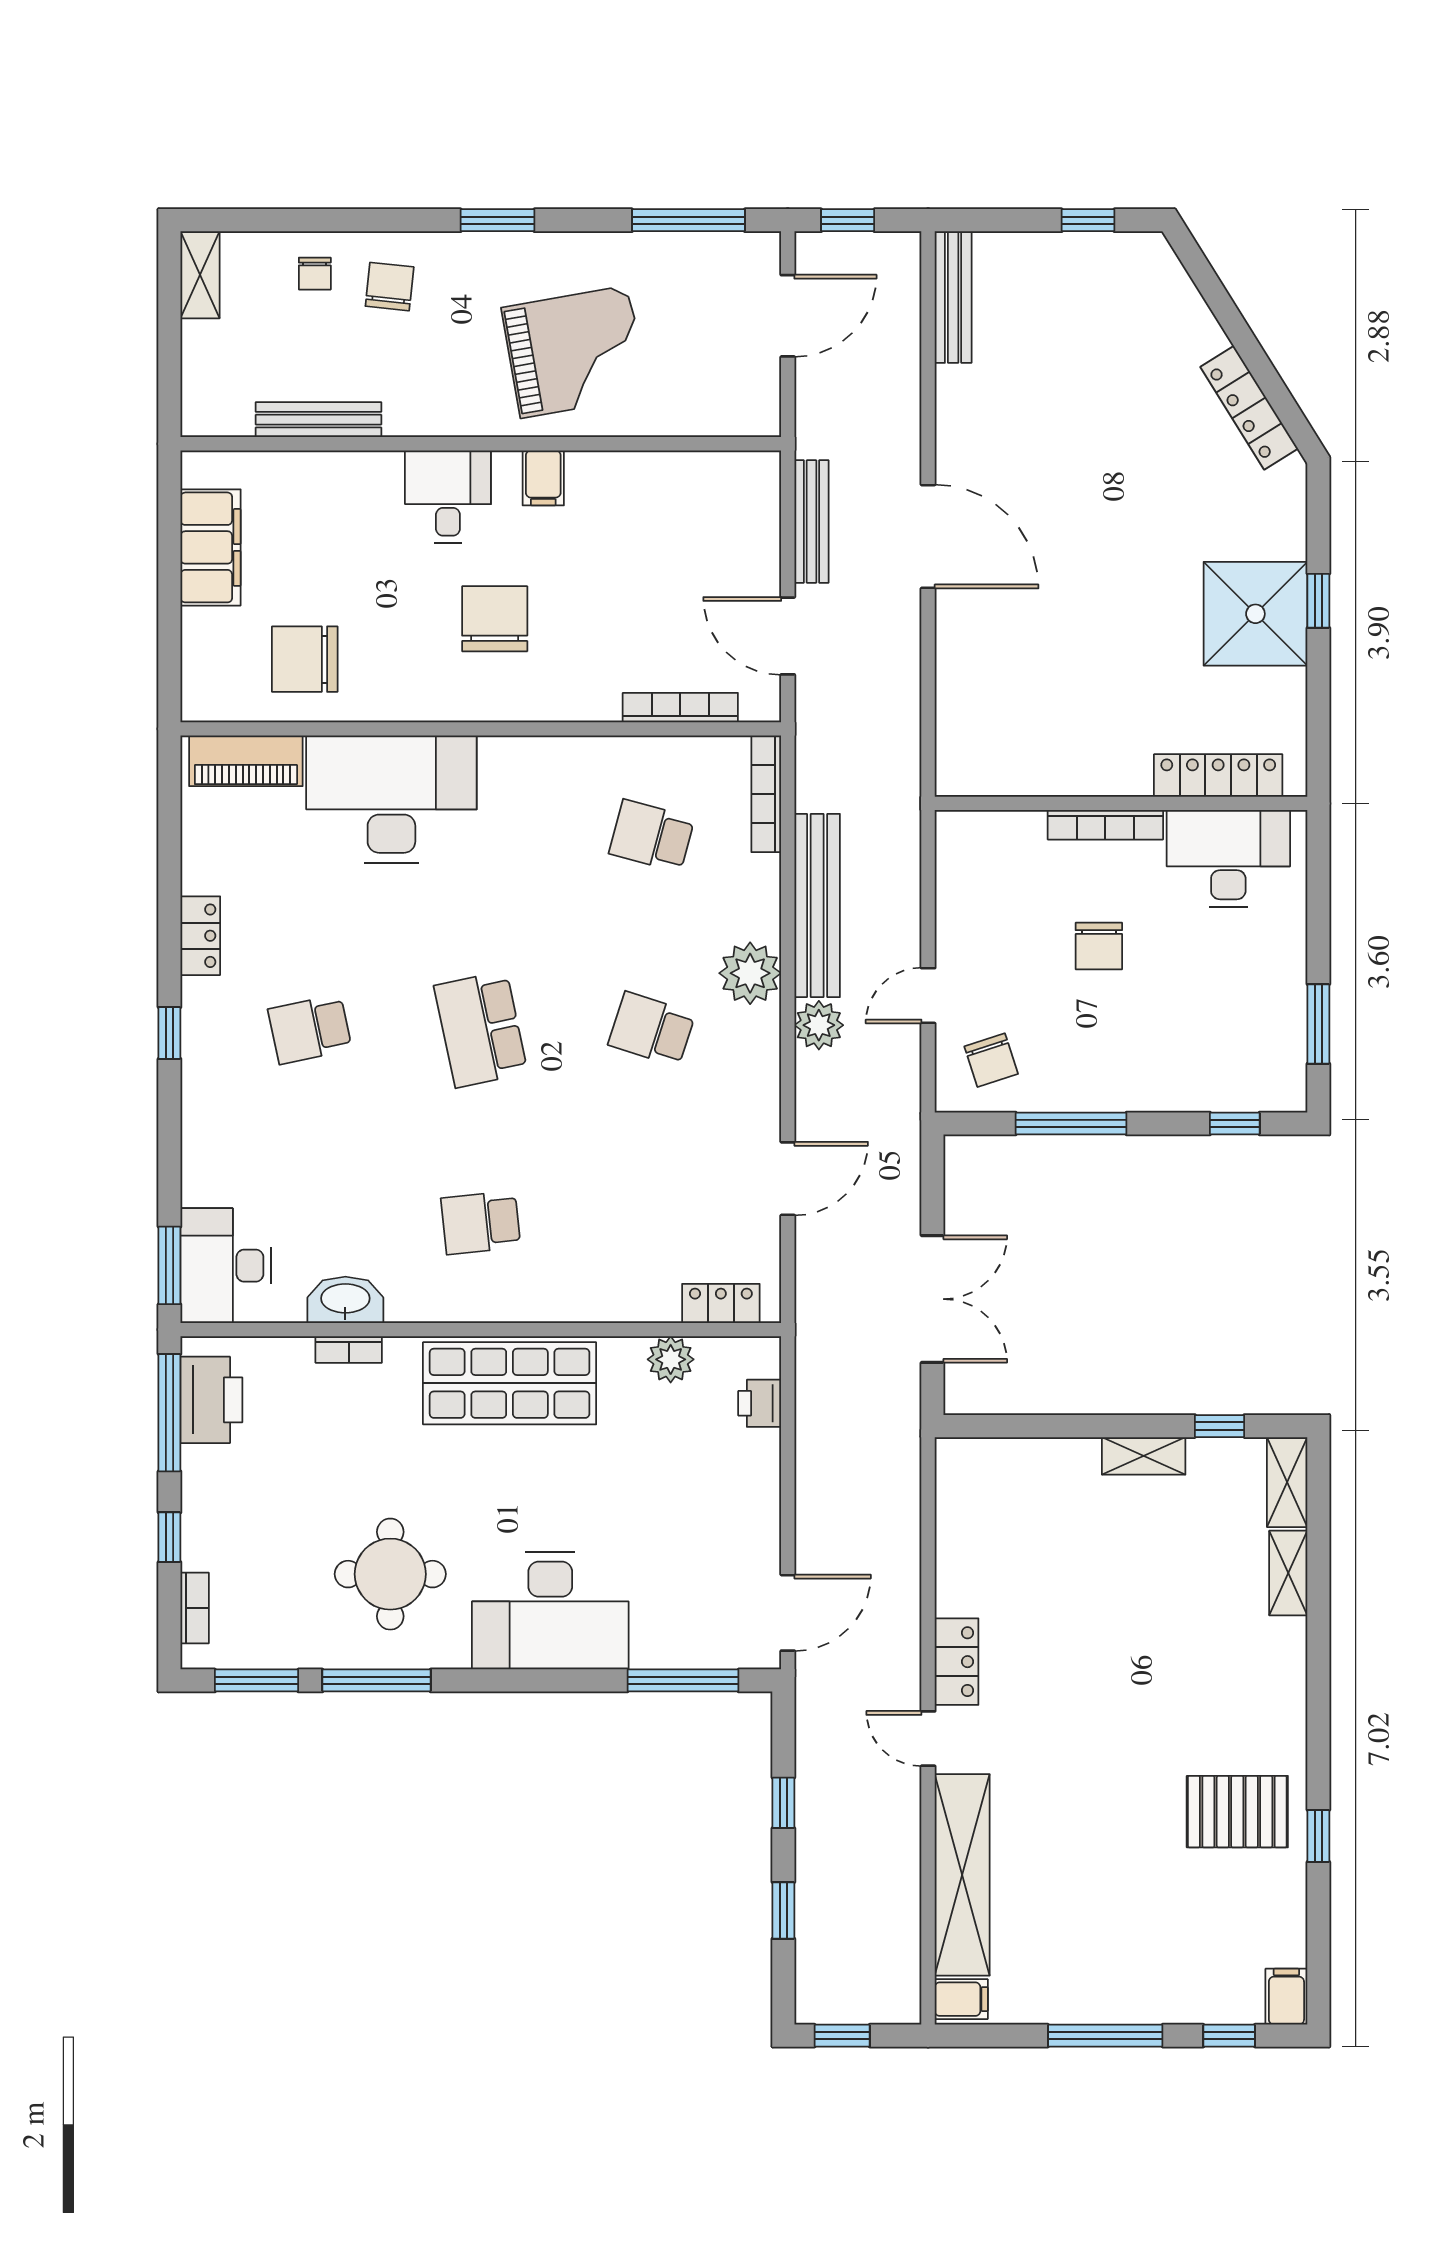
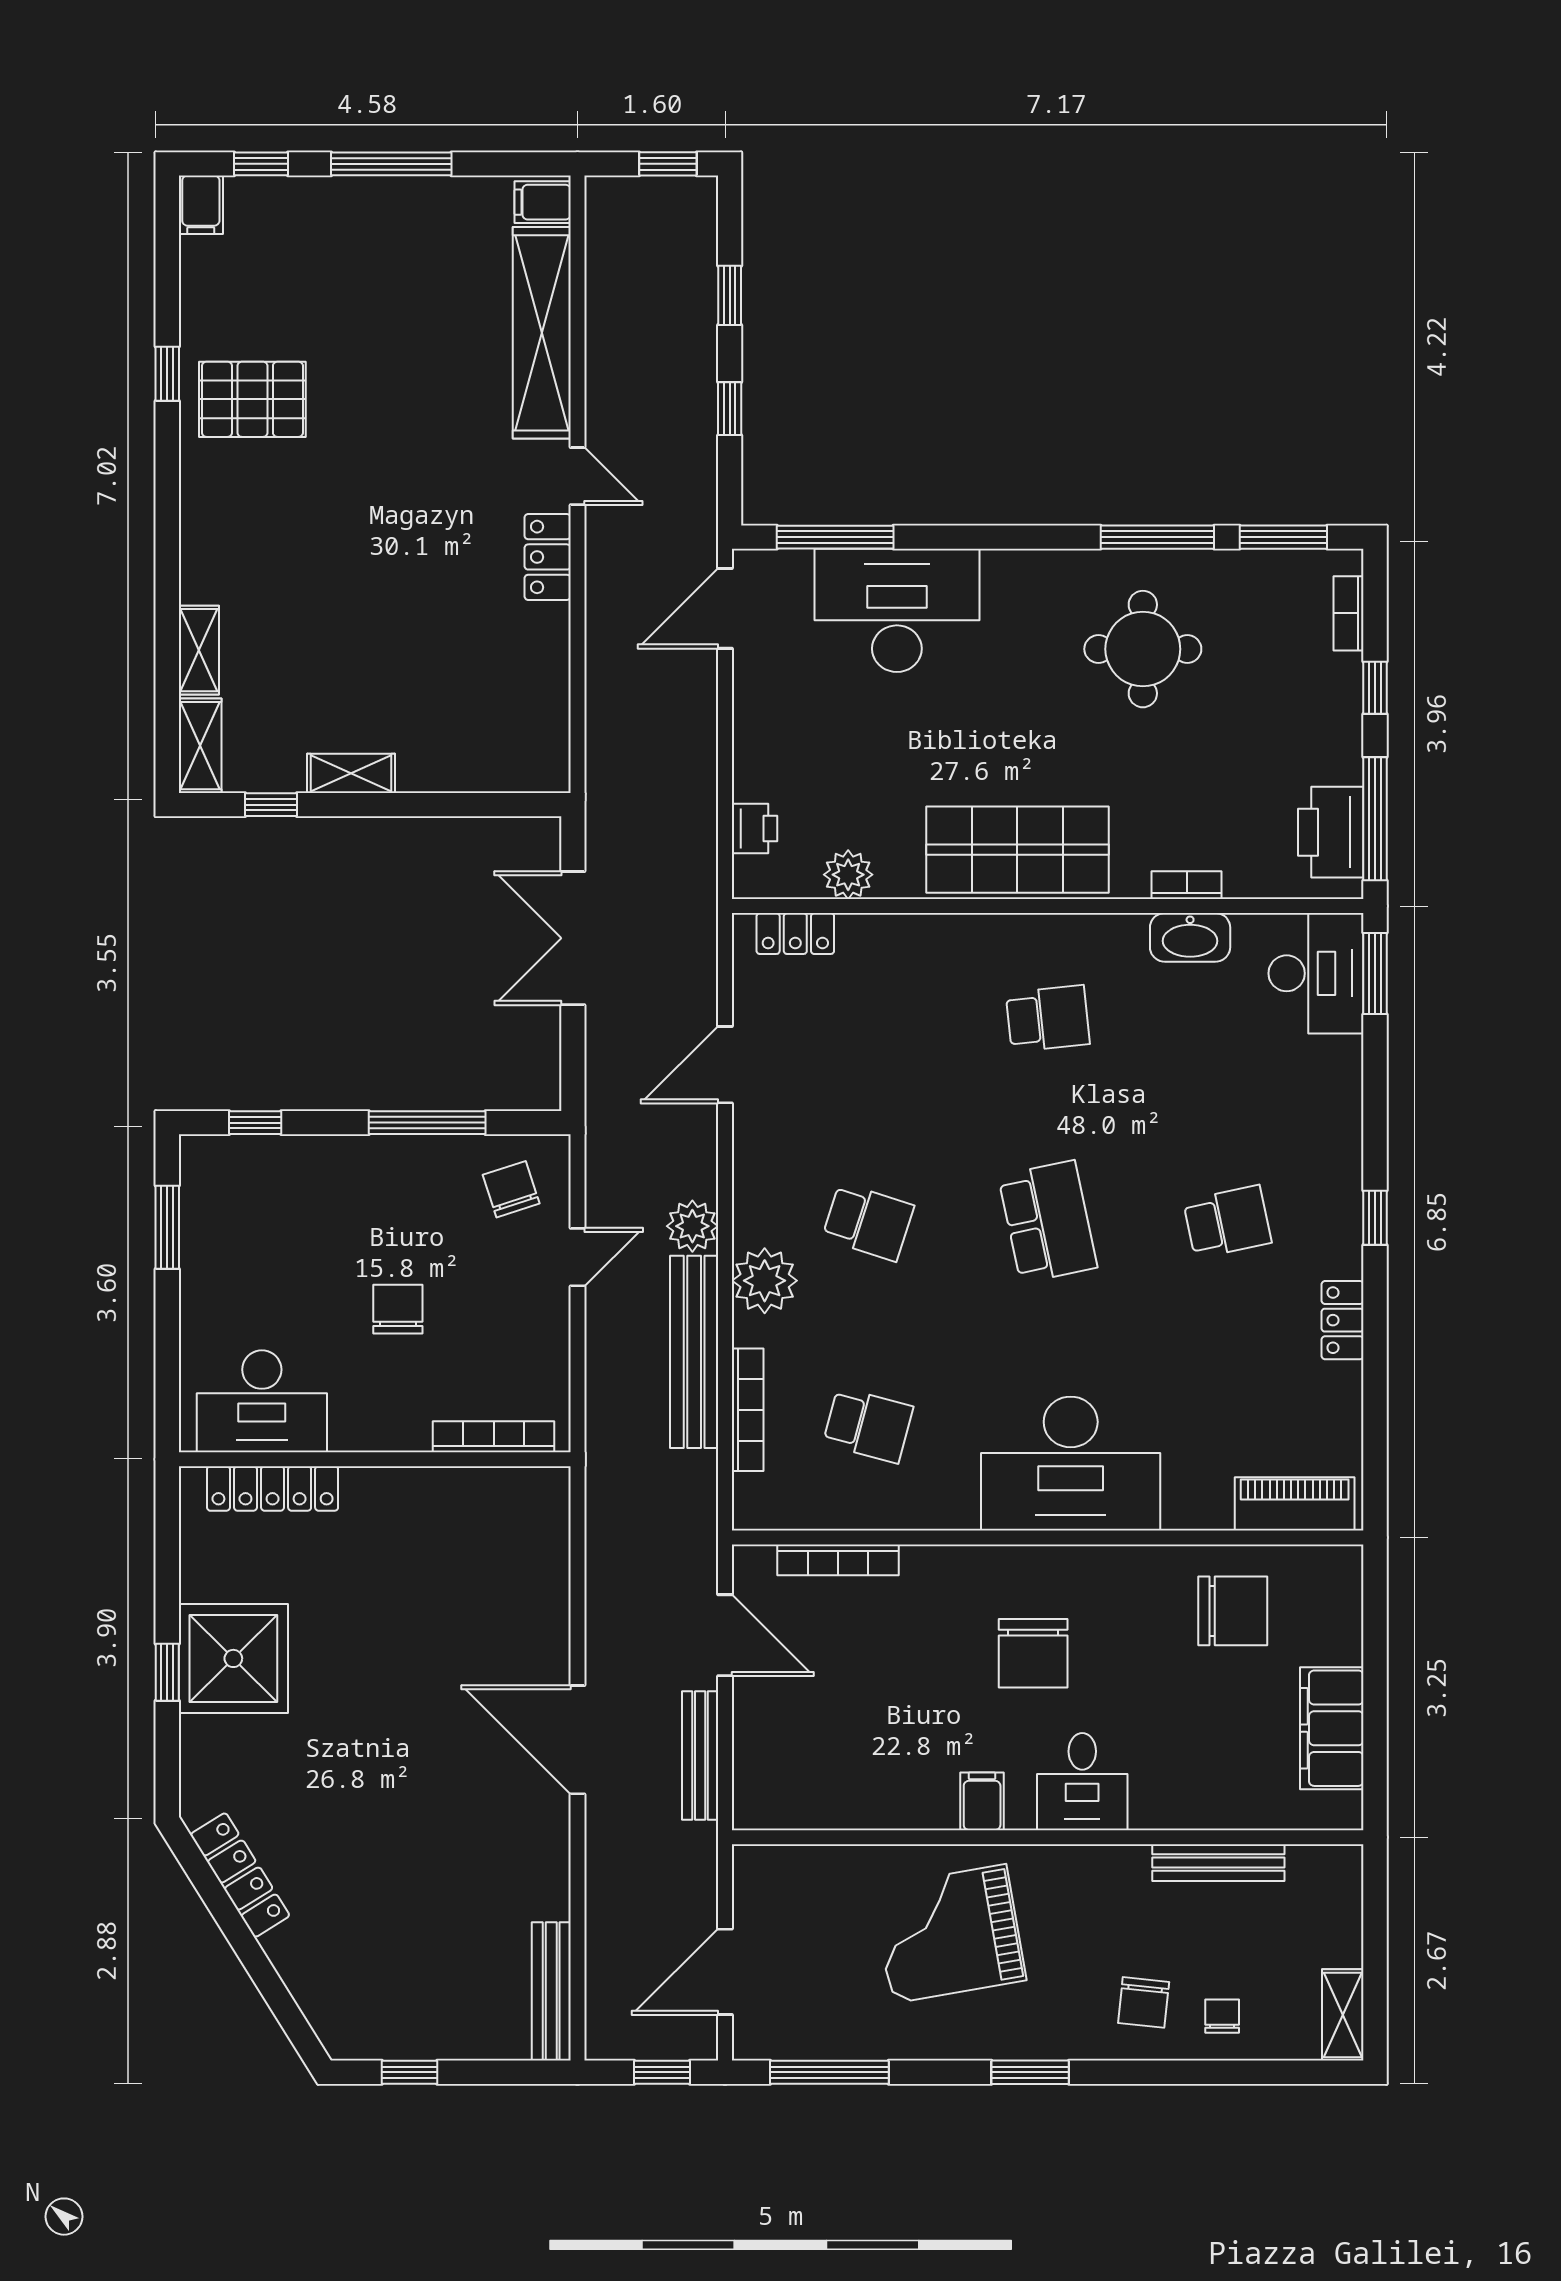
bookcase: (766, 794) -> (748, 1410), moved
desk: (391, 799) -> (1071, 1464), moved
bookcase: (1105, 825) -> (494, 1437), moved
desk: (550, 1611) -> (897, 610), moved

